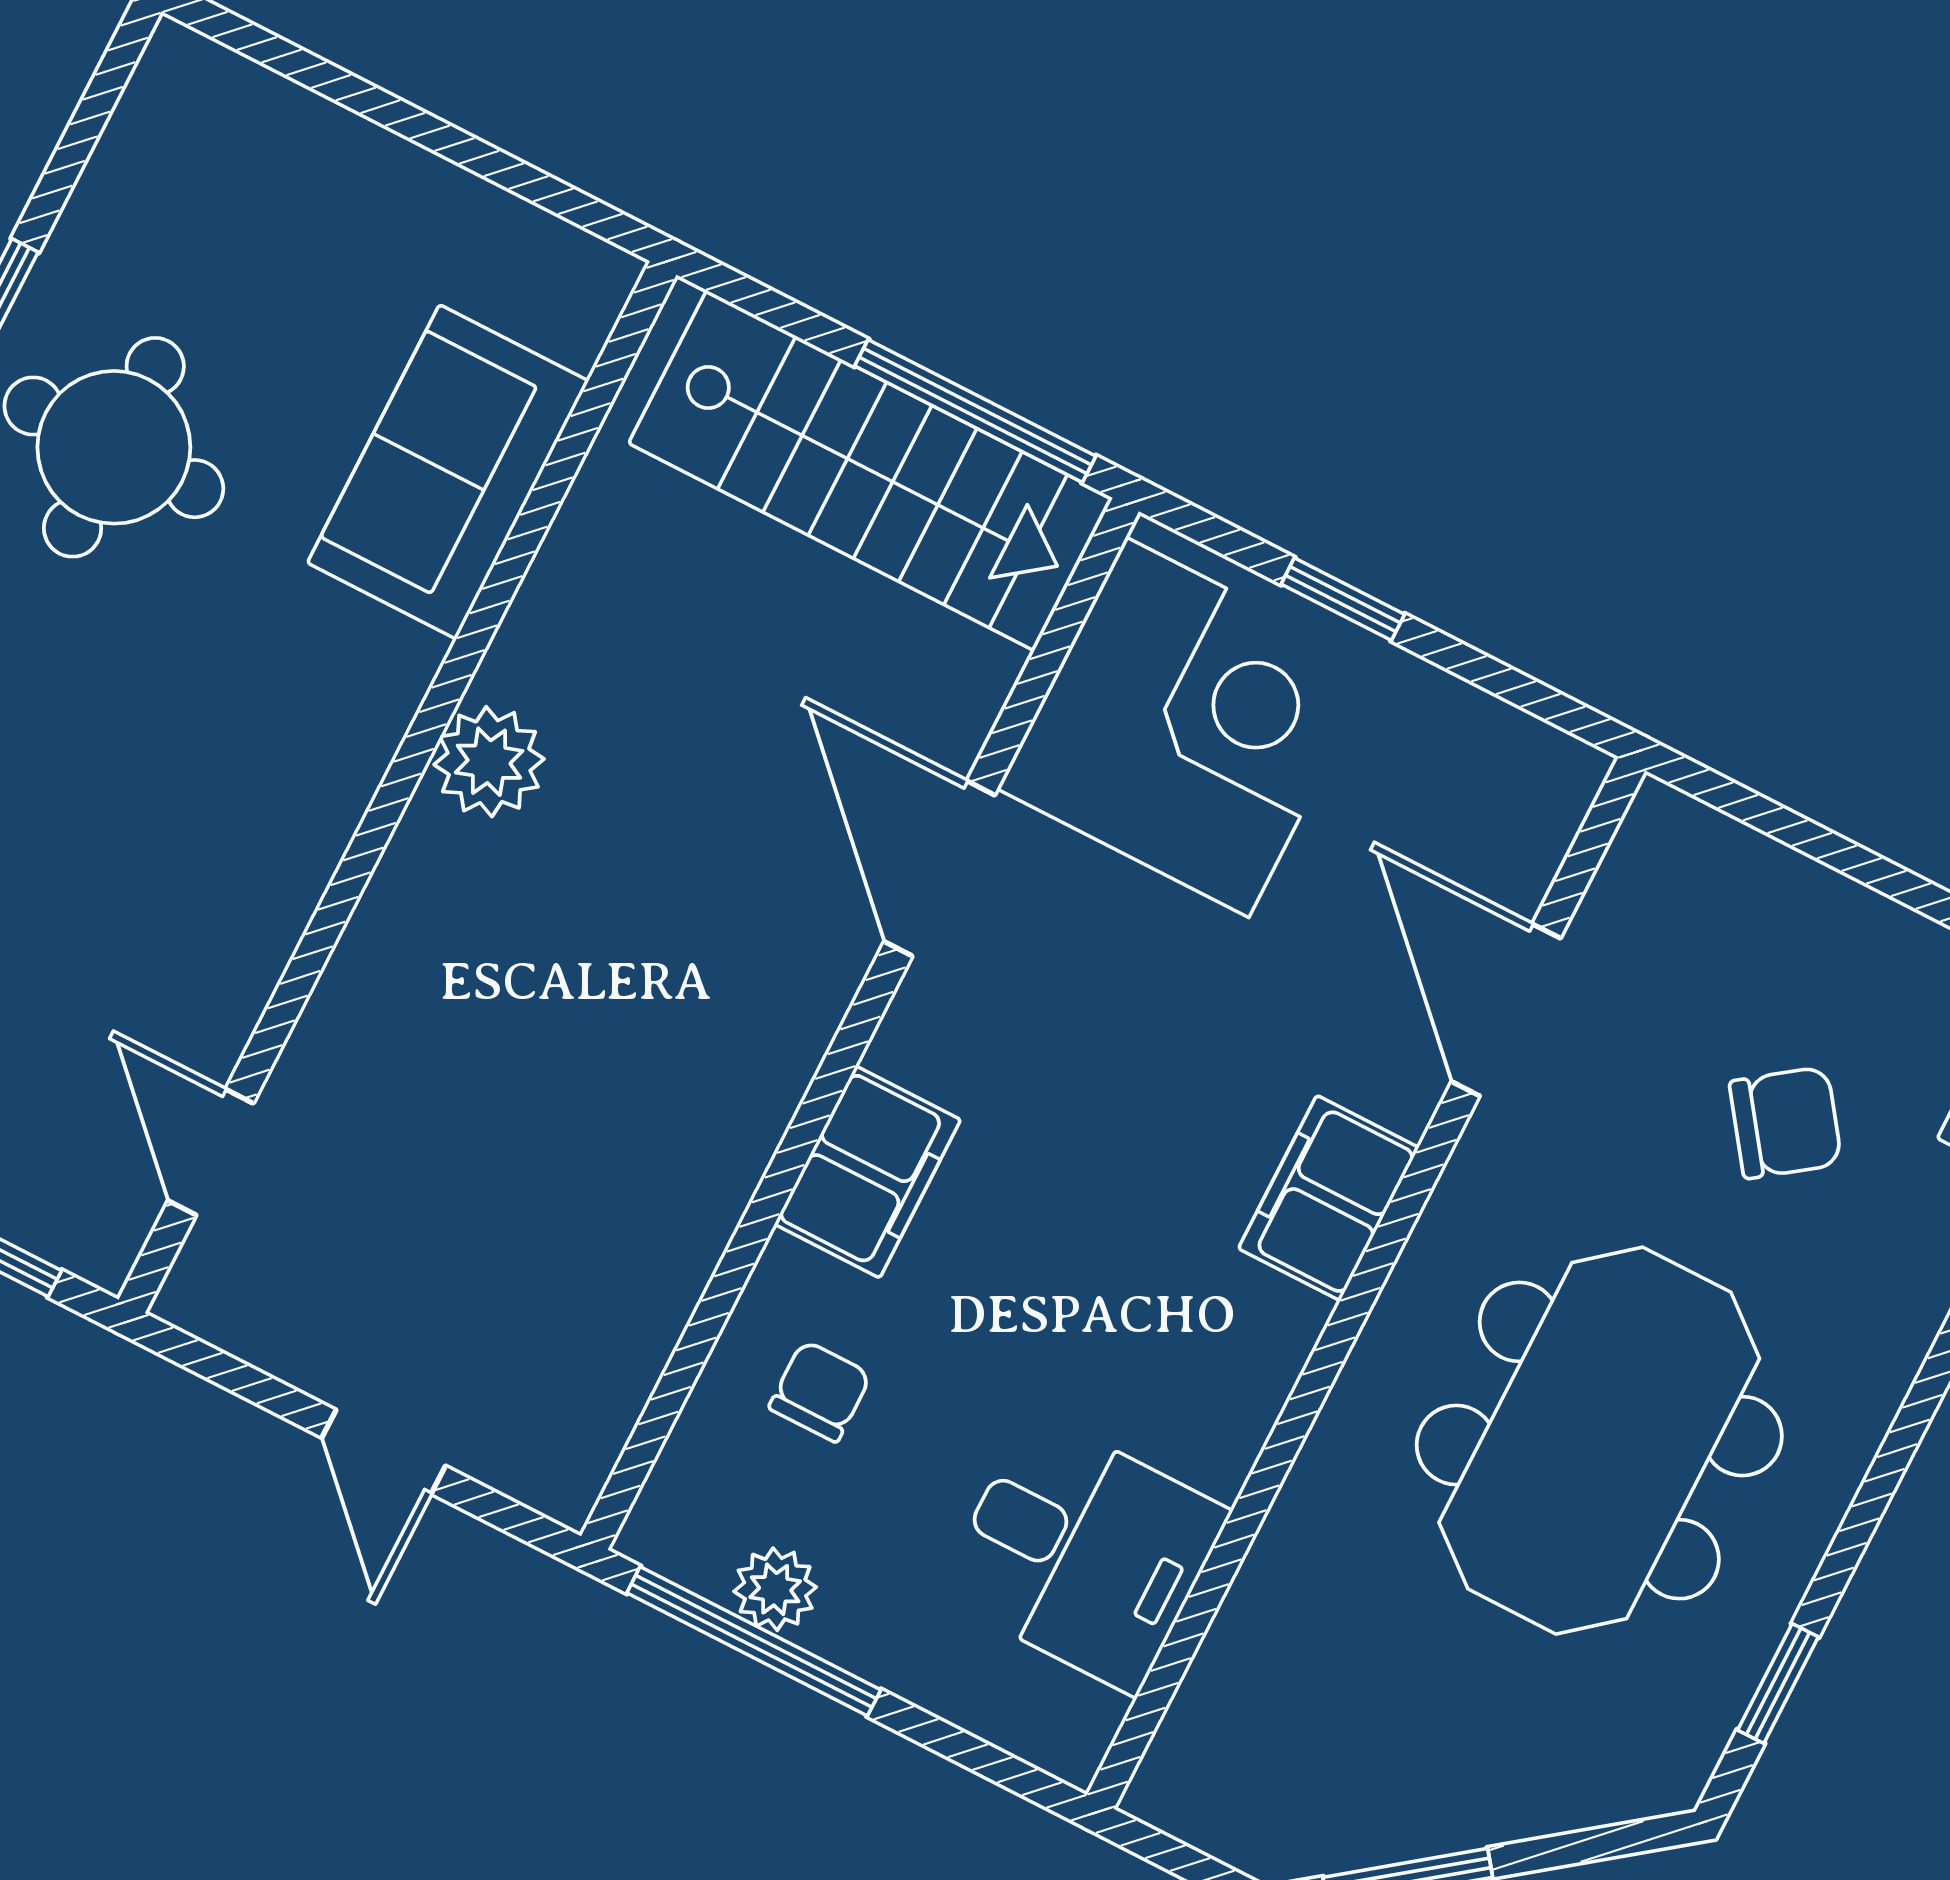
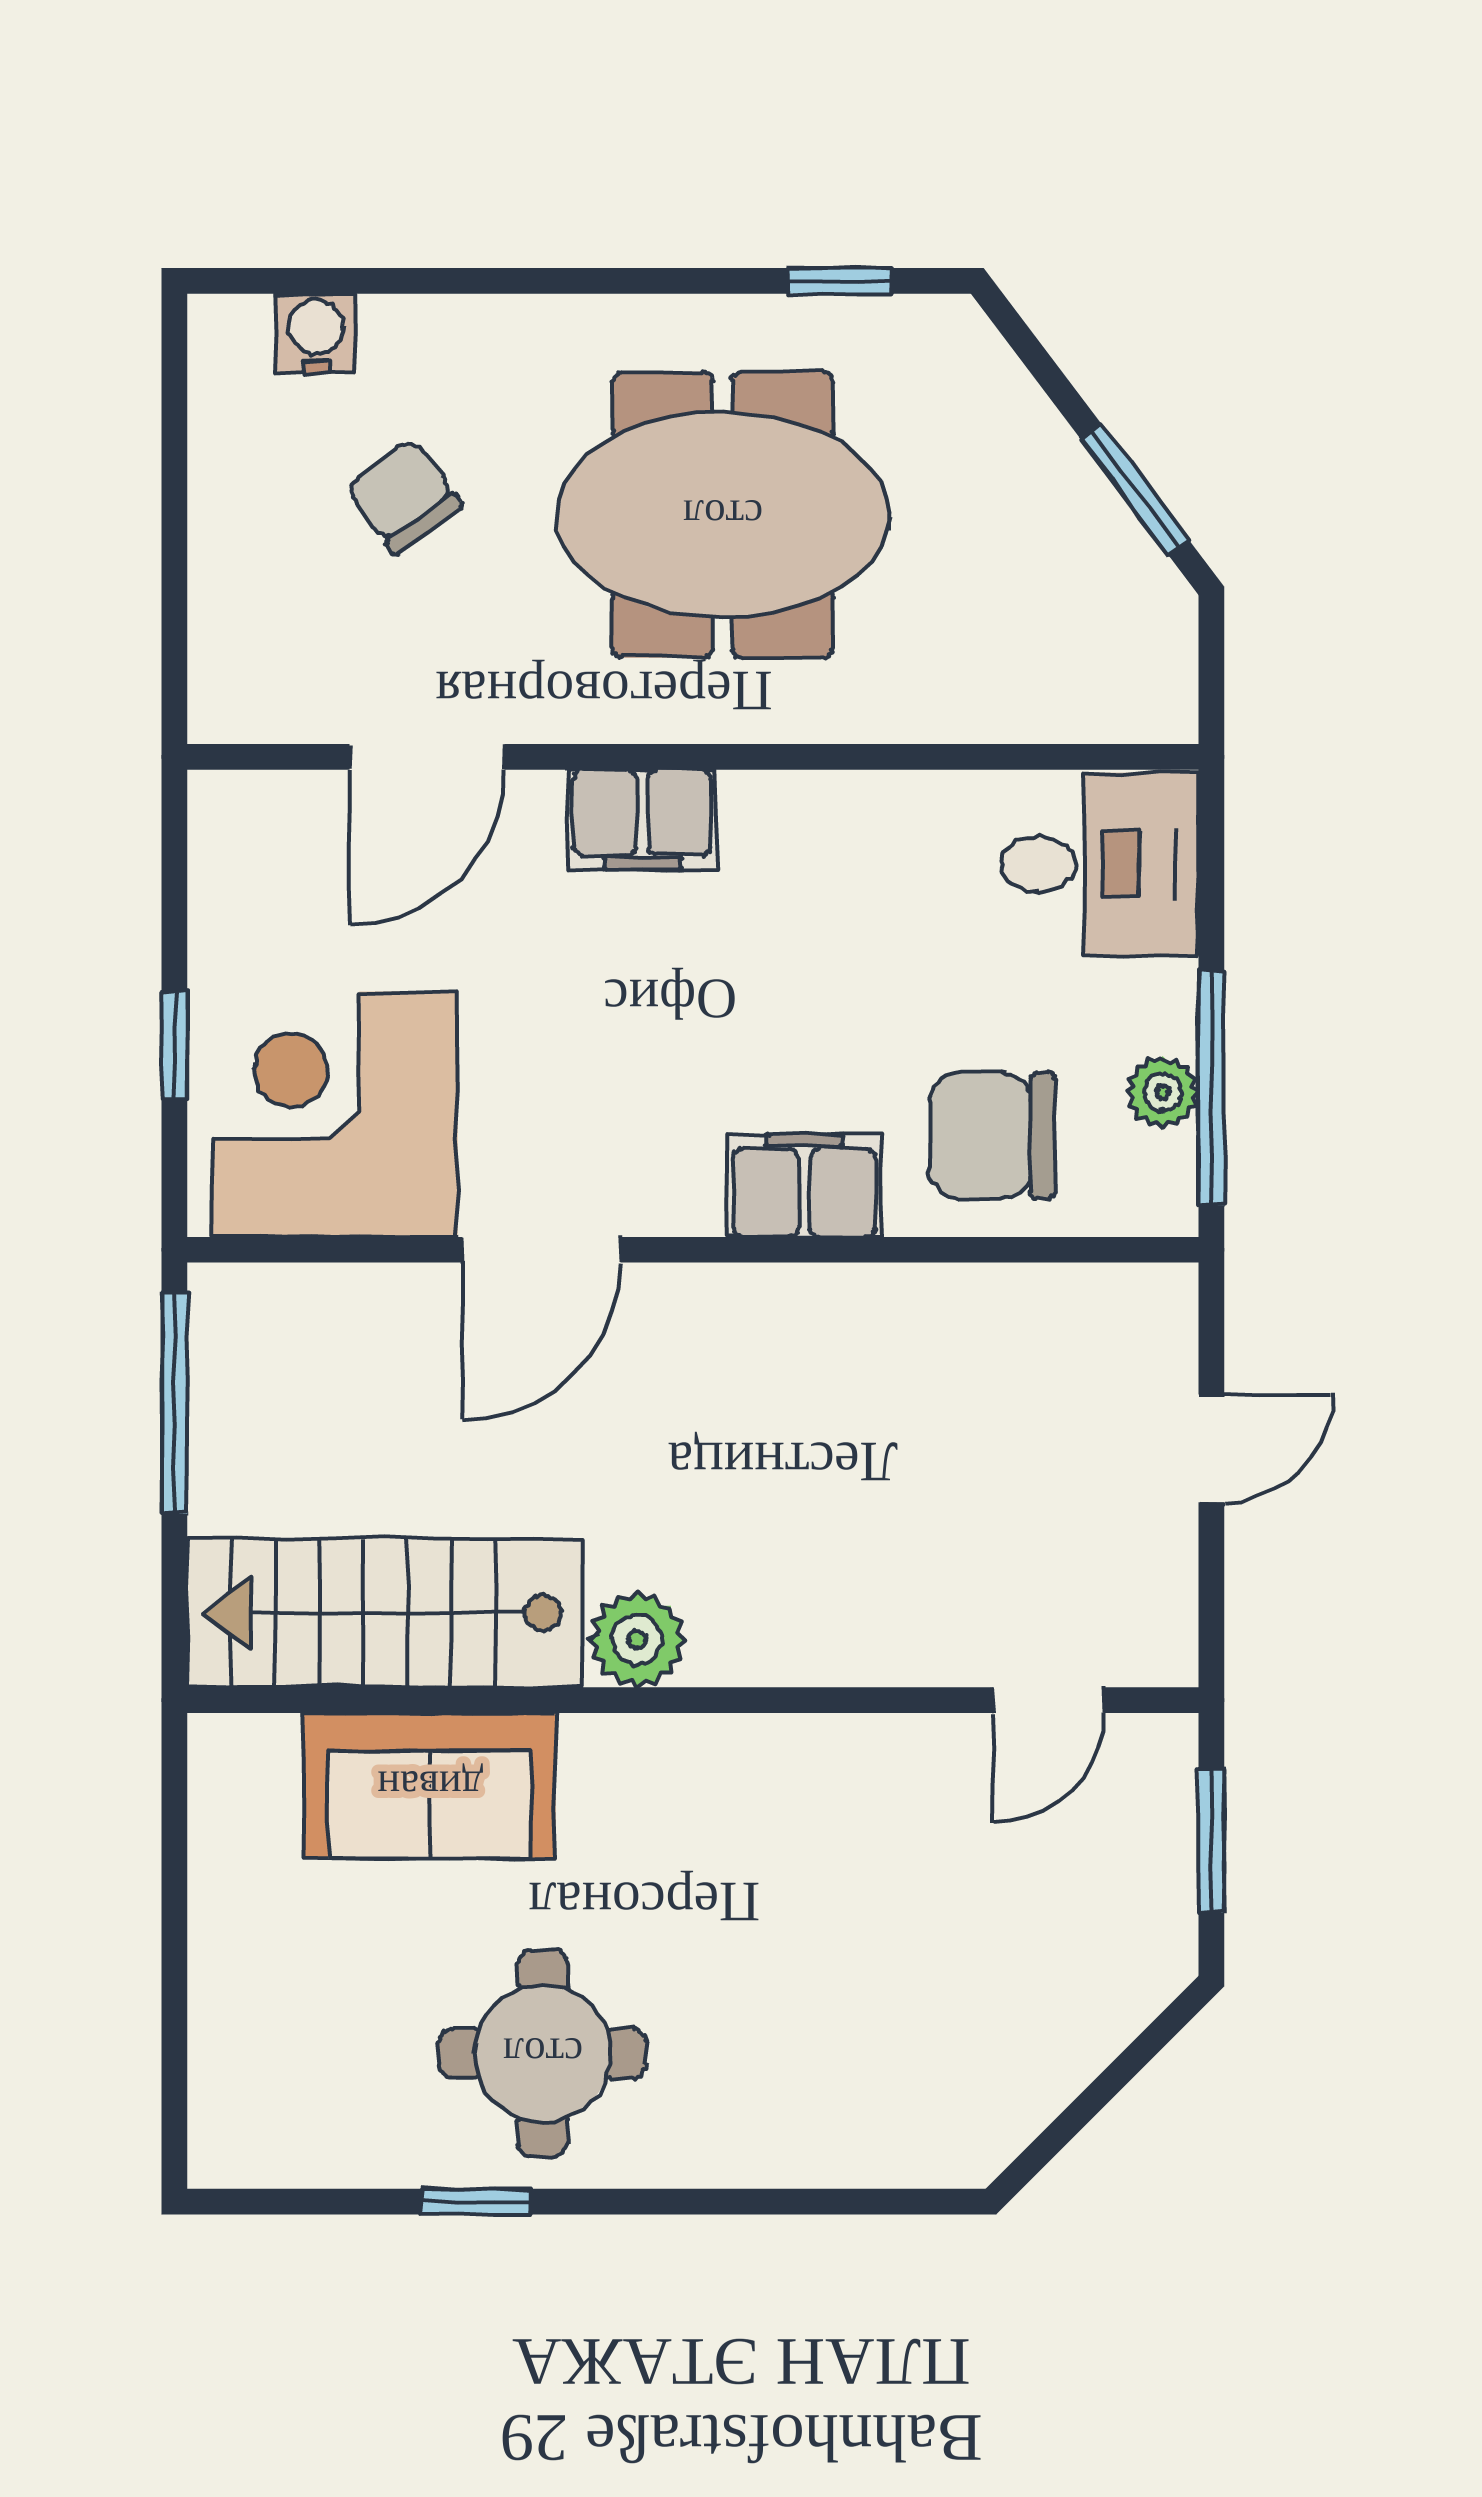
stairs: (871, 471) -> (385, 1613), moved, turned -90
chair: (820, 1391) -> (992, 1136), width x1.87, depth x1.87
desk: (1083, 1553) -> (1100, 864), moved, turned 90

